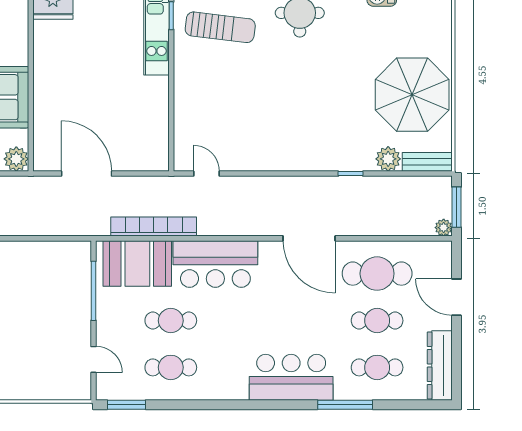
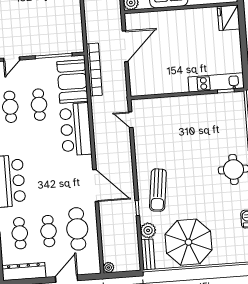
sun lounger: (220, 27) -> (158, 190), moved
door: (207, 174) -> (131, 120), swing flipped
window: (457, 207) -> (122, 275), removed
bookcase: (154, 227) -> (94, 70), moved
door: (309, 238) -> (96, 186), swing flipped

